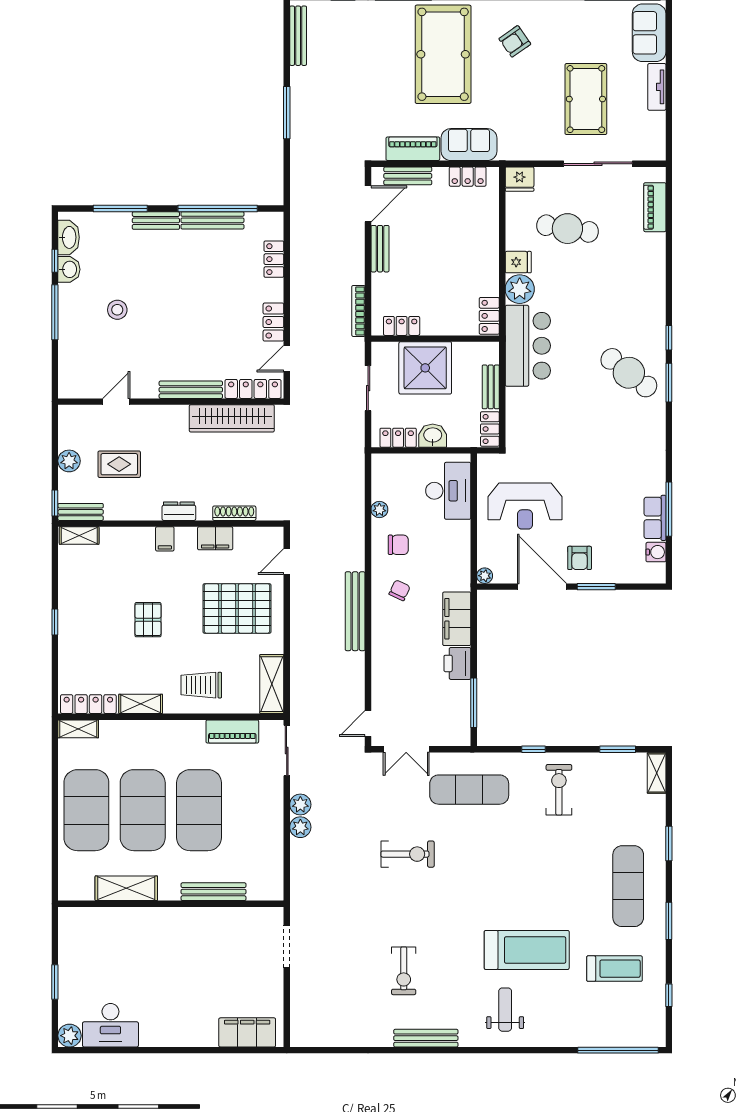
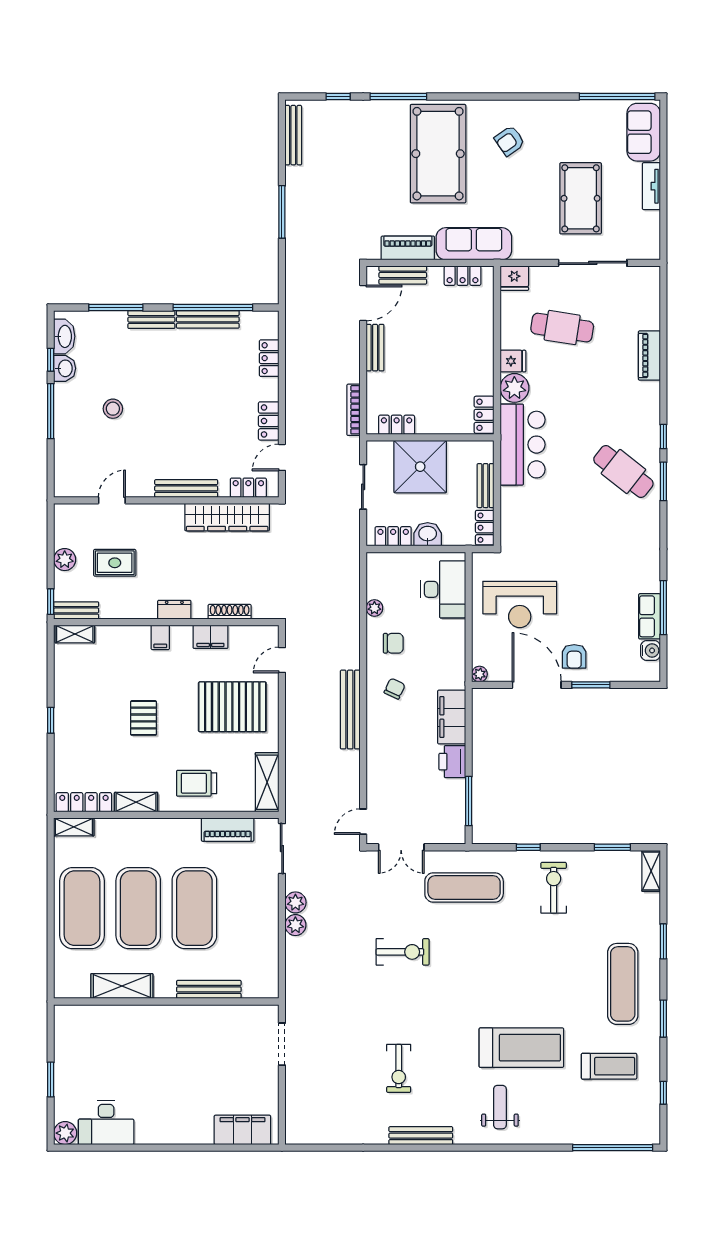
sofa: (469, 145) -> (474, 244), width x1.36
piano: (655, 207) -> (649, 356), moved
locker: (253, 389) -> (248, 488), width x0.66

